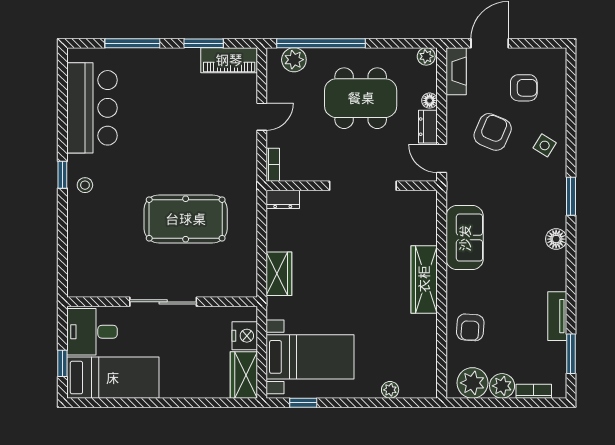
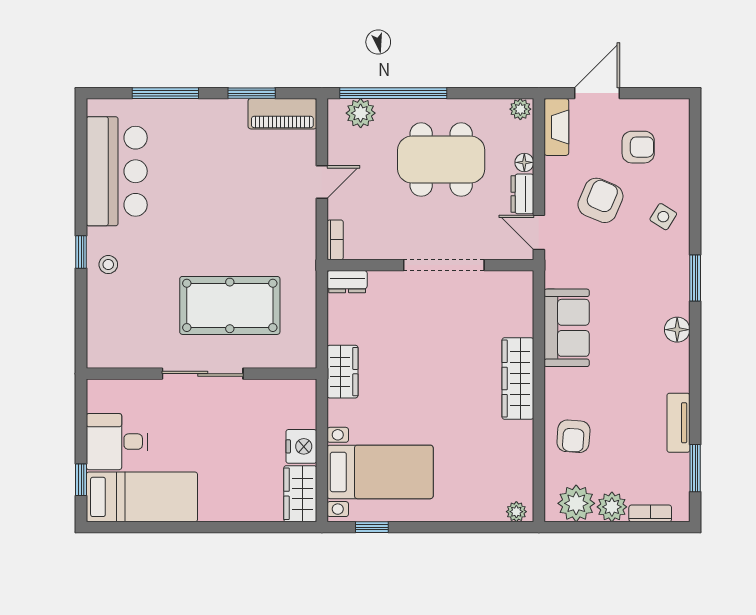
wall: (162, 302) -> (201, 374), moved
sliding door: (163, 302) -> (203, 374), moved
plant: (390, 390) -> (516, 512), moved

